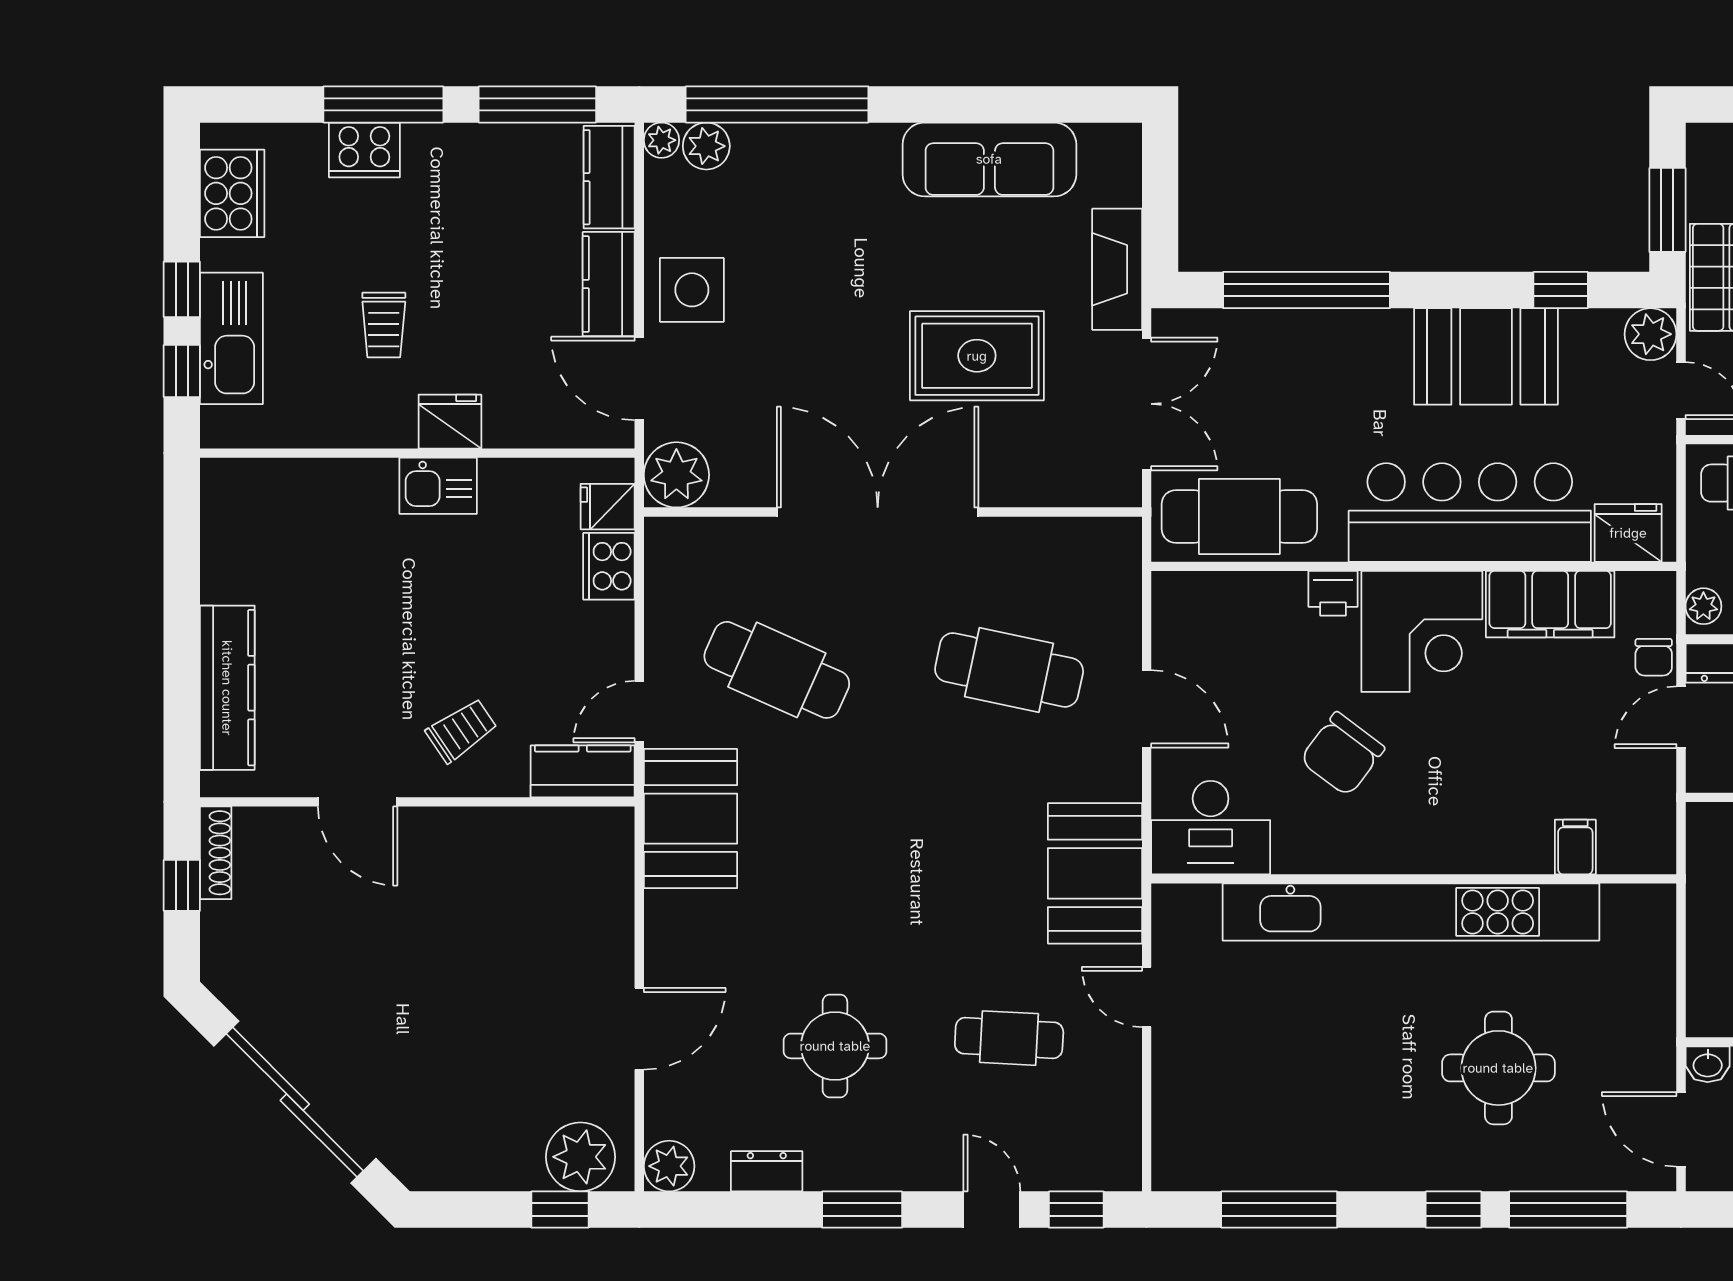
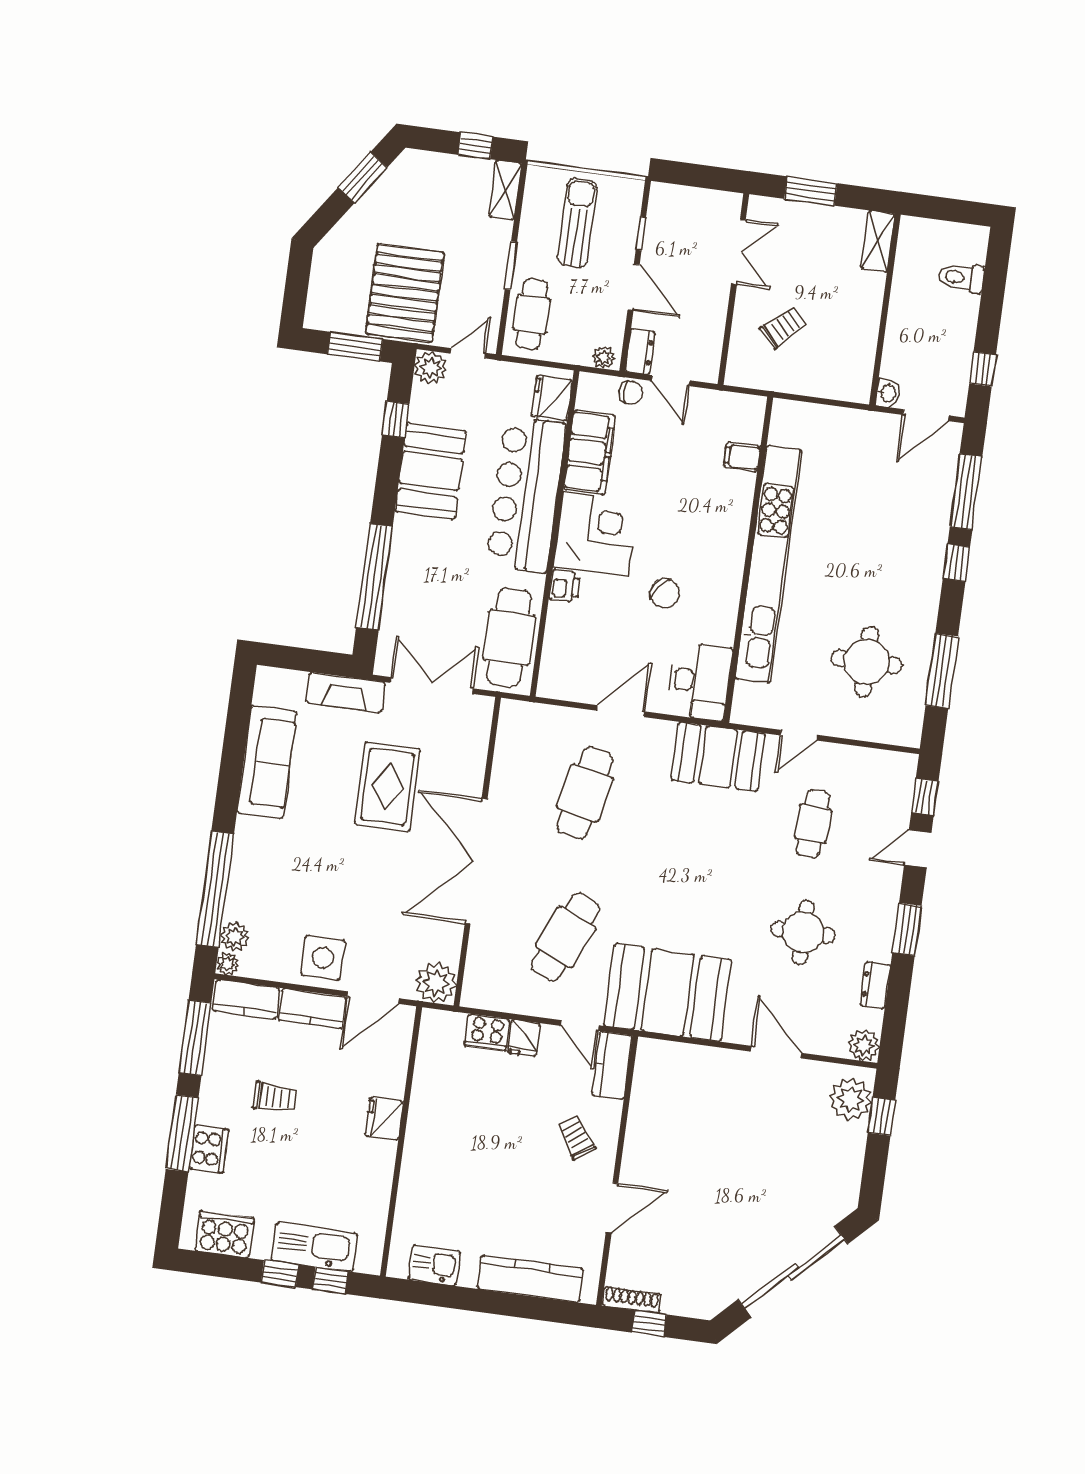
trolley: (384, 325) -> (275, 1097), moved
kitchen sink: (438, 486) -> (434, 1265), moved, turned -90
fridge: (608, 507) -> (524, 1038), moved
chair: (1342, 754) -> (665, 594), width x0.73, depth x0.73
booth: (691, 819) -> (668, 993), width x1.36, depth x1.42
round table: (1498, 1068) -> (867, 662), moved

